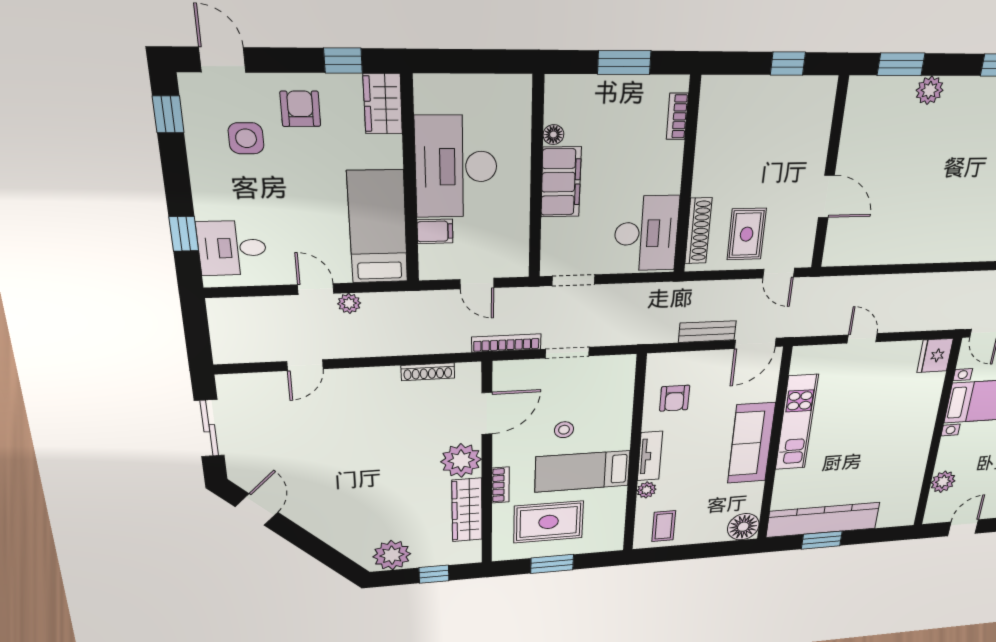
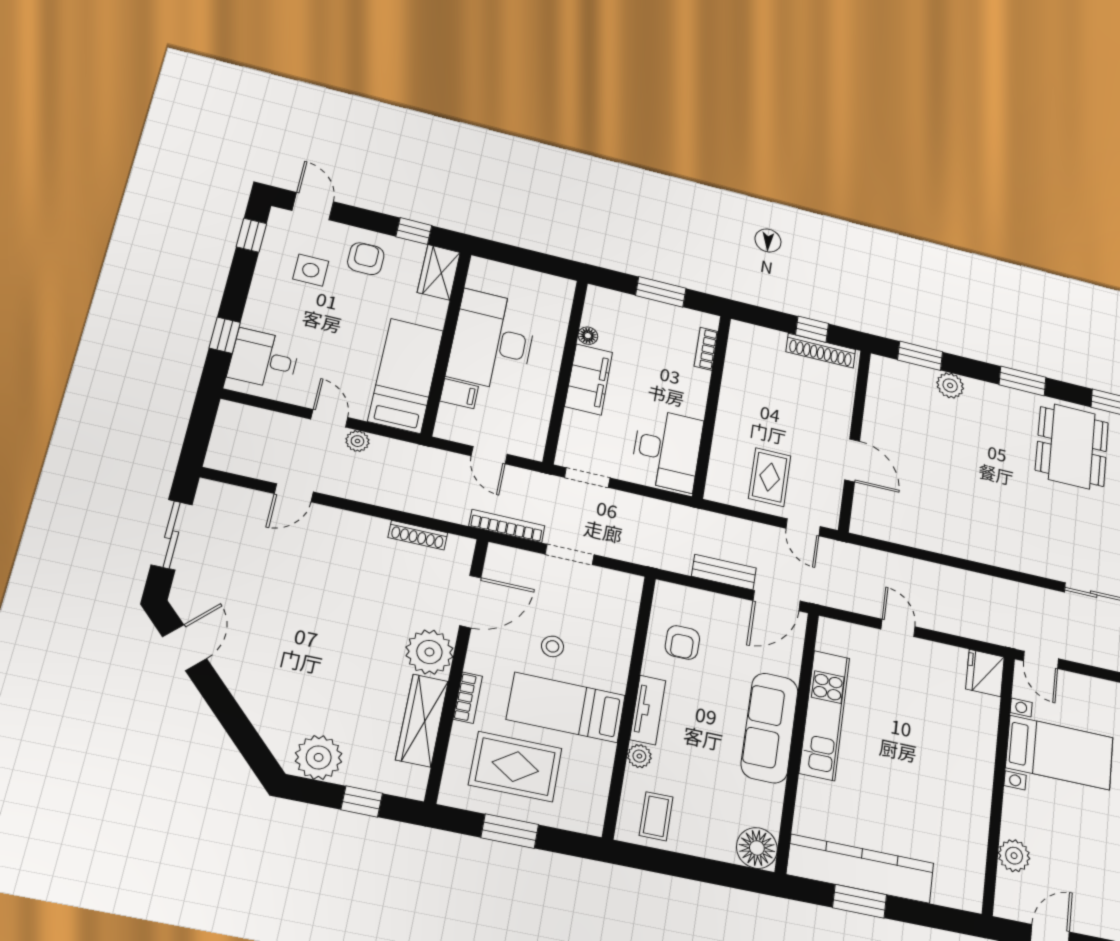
shoe rack: (698, 231) -> (821, 351), moved, turned 90

